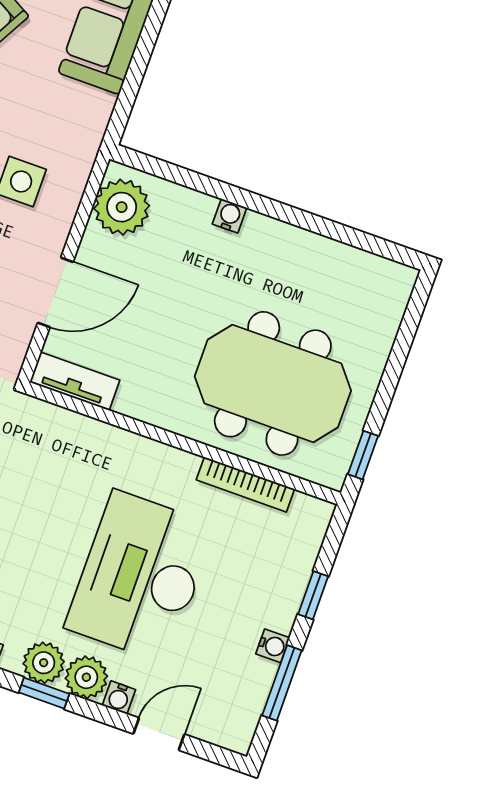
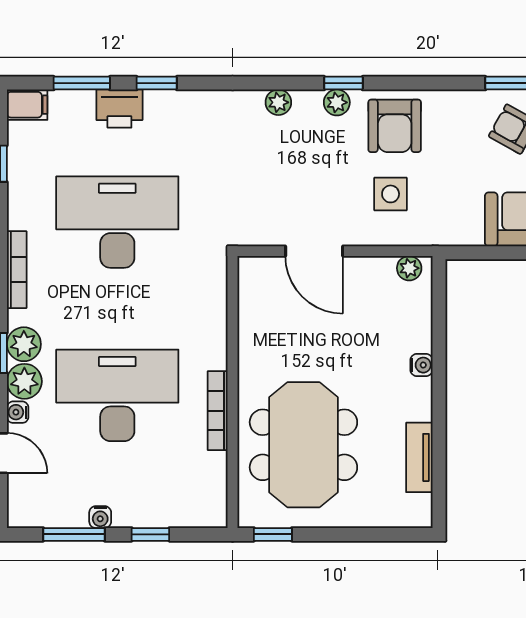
plant: (122, 207) -> (409, 268), width x0.53, depth x0.53
tv unit: (75, 381) -> (419, 457), moved, turned 180
bookcase: (245, 484) -> (218, 411), moved

